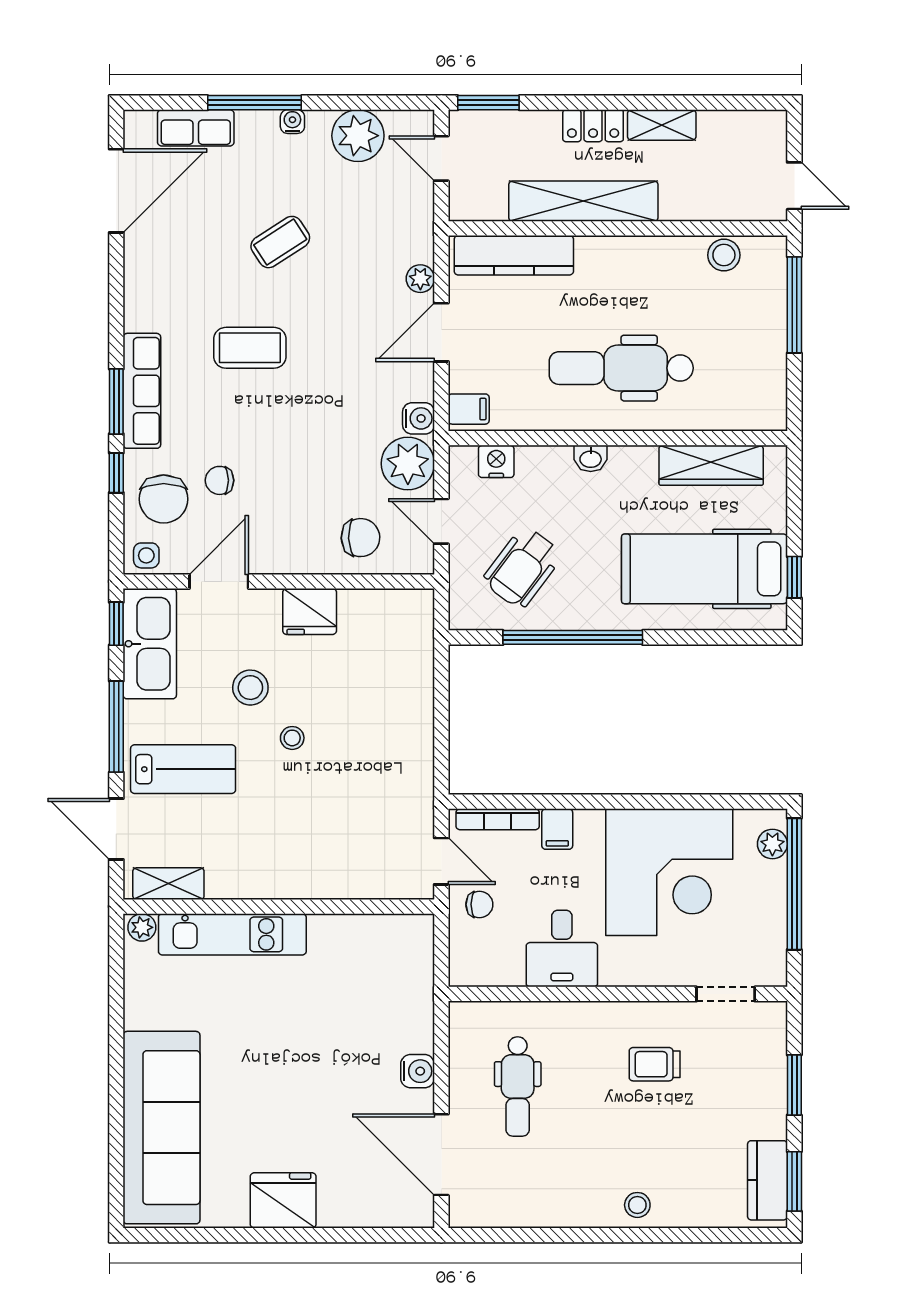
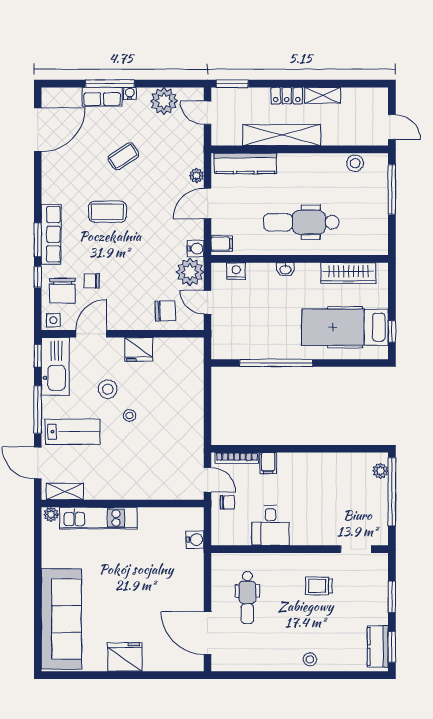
row of seats: (196, 128) -> (102, 97), moved
wheelchair: (523, 567) -> (250, 326), removed
corner desk: (669, 872) -> (327, 486), removed
water cooler: (418, 1071) -> (195, 540), moved

